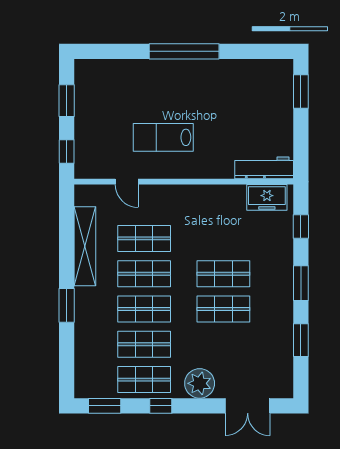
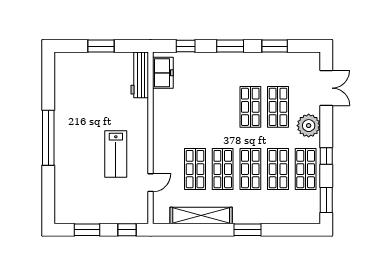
window: (301, 92) -> (101, 46), moved
shop shelf: (223, 274) -> (278, 107), moved

